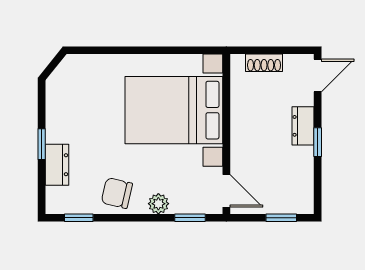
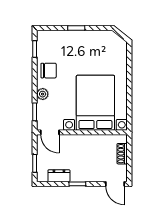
dresser: (303, 126) -> (59, 176), moved
dresser: (57, 165) -> (65, 37), removed
door: (226, 191) -> (50, 132), hinge flipped
chair: (117, 193) -> (49, 71), turned 77

